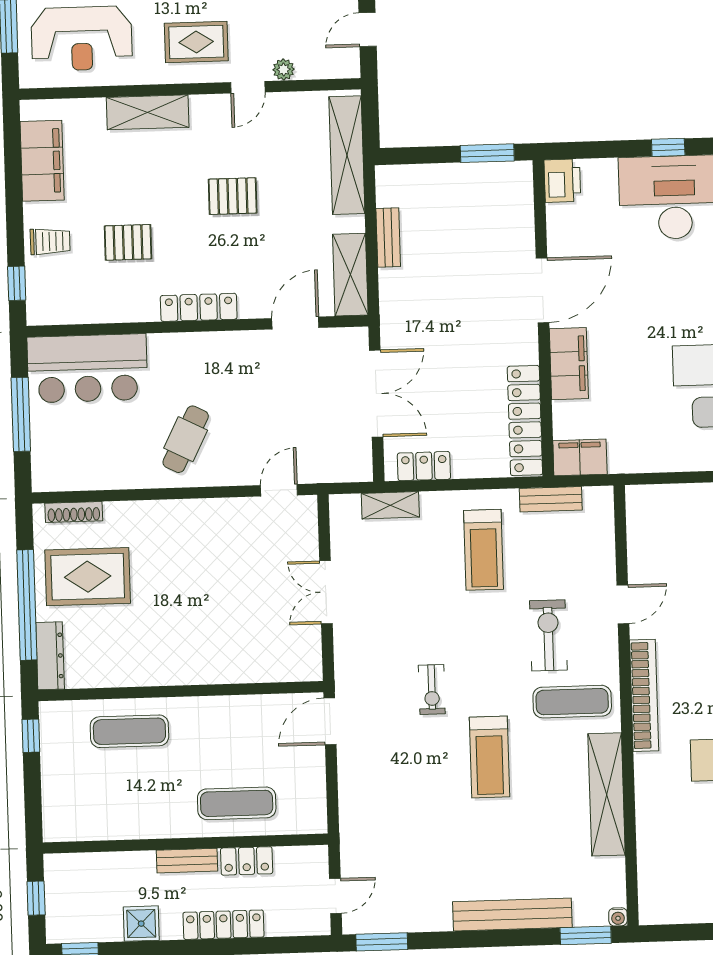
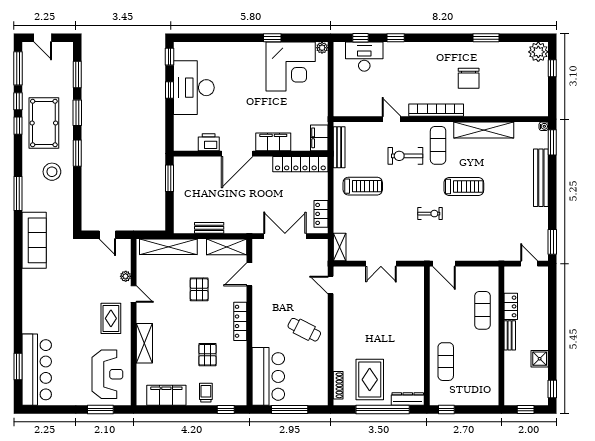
printer: (562, 181) -> (209, 142), moved
pallet: (233, 196) -> (199, 289), moved
door: (542, 290) -> (237, 154), swing flipped
door: (295, 323) -> (249, 274), hinge flipped
bench: (551, 499) -> (339, 147), width x1.36
shelving: (390, 505) -> (340, 247), moved
locker: (224, 925) -> (541, 319), removed

